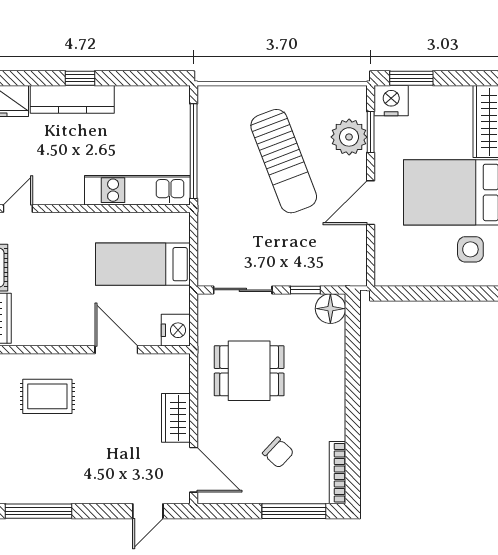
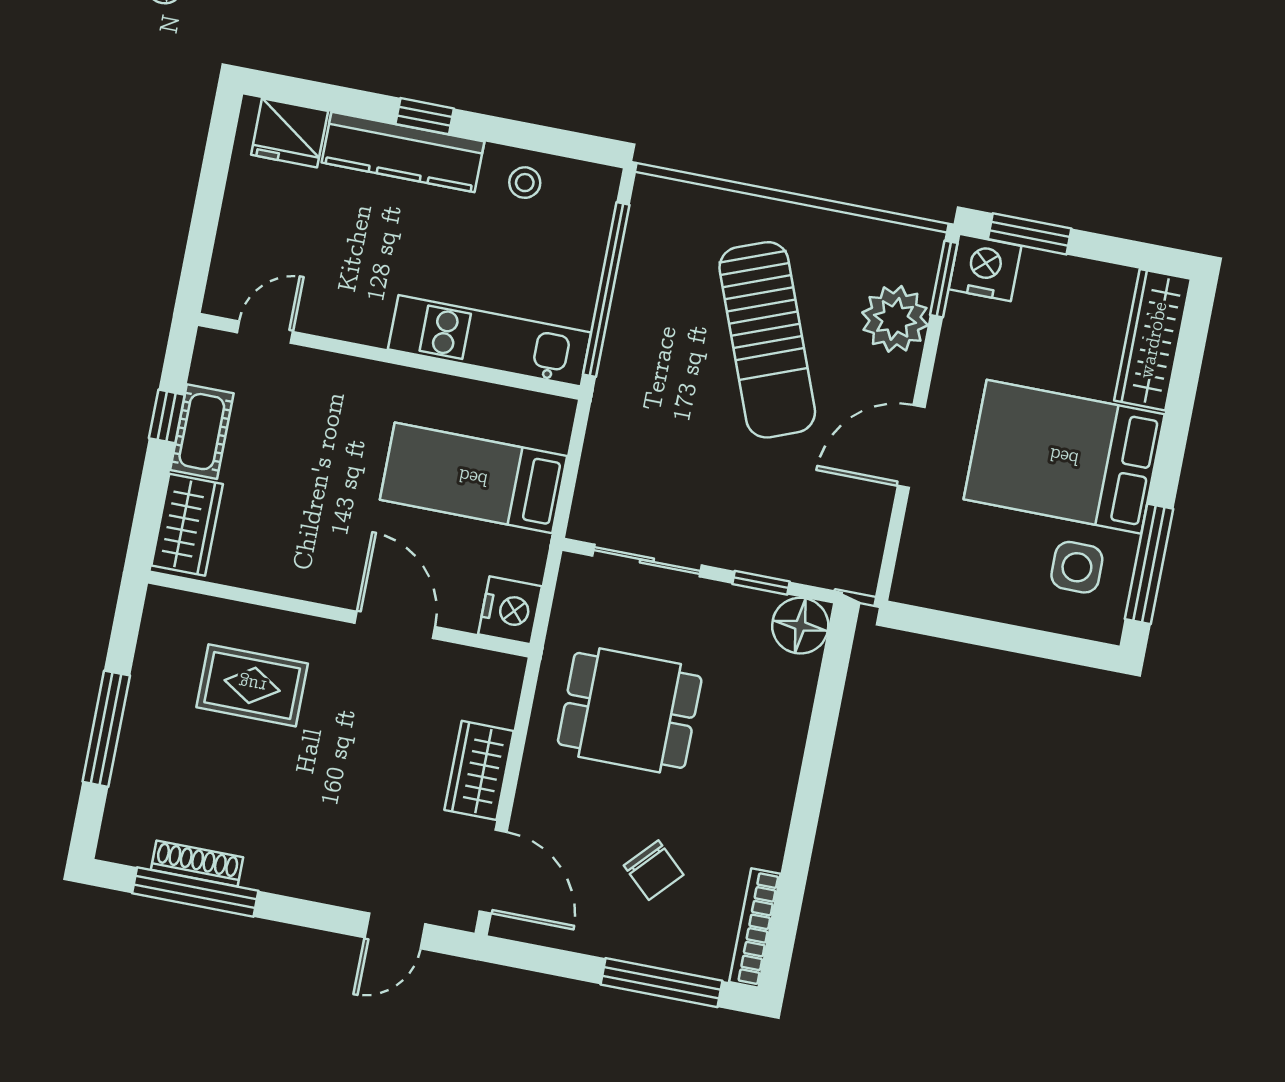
stool: (140, 103) -> (525, 183), added
window: (371, 132) -> (944, 279), moved
shoe rack: (36, 496) -> (197, 863), added

